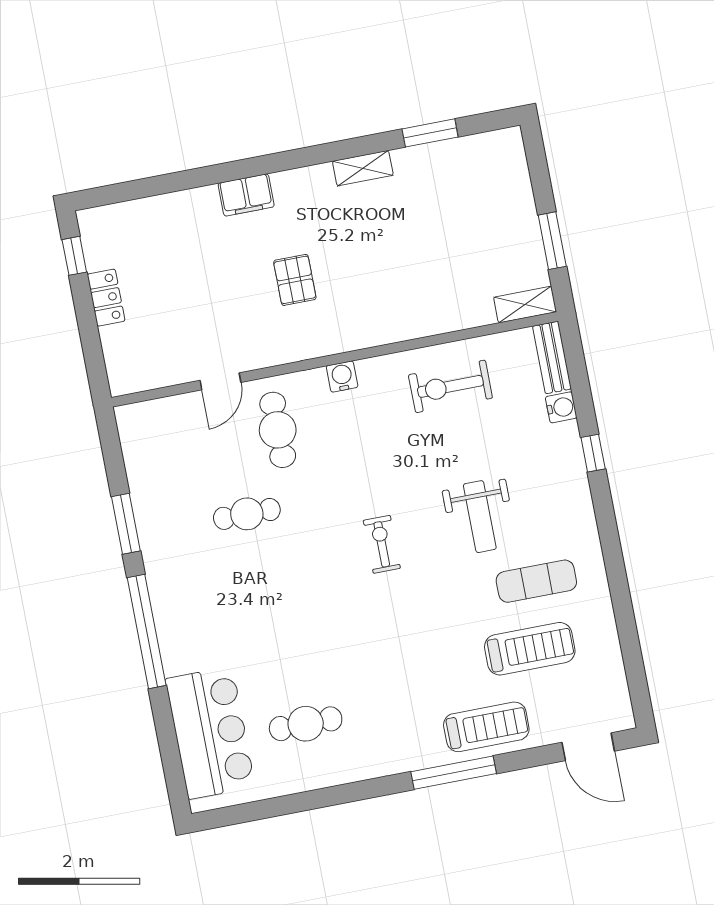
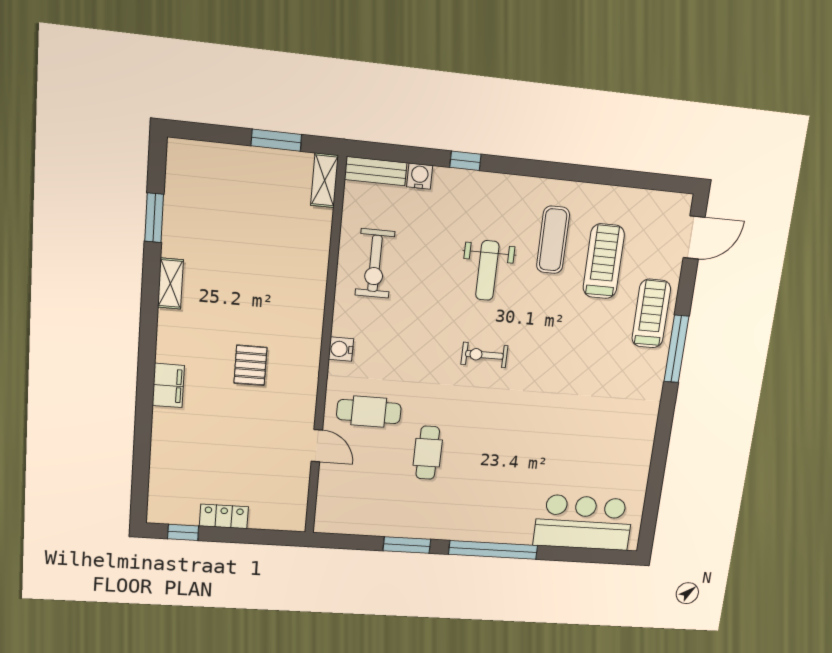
pallet: (295, 280) -> (250, 365), turned 90
weight bench: (480, 517) -> (487, 270), turned 90
cafe table: (306, 724) -> (601, 451), removed

